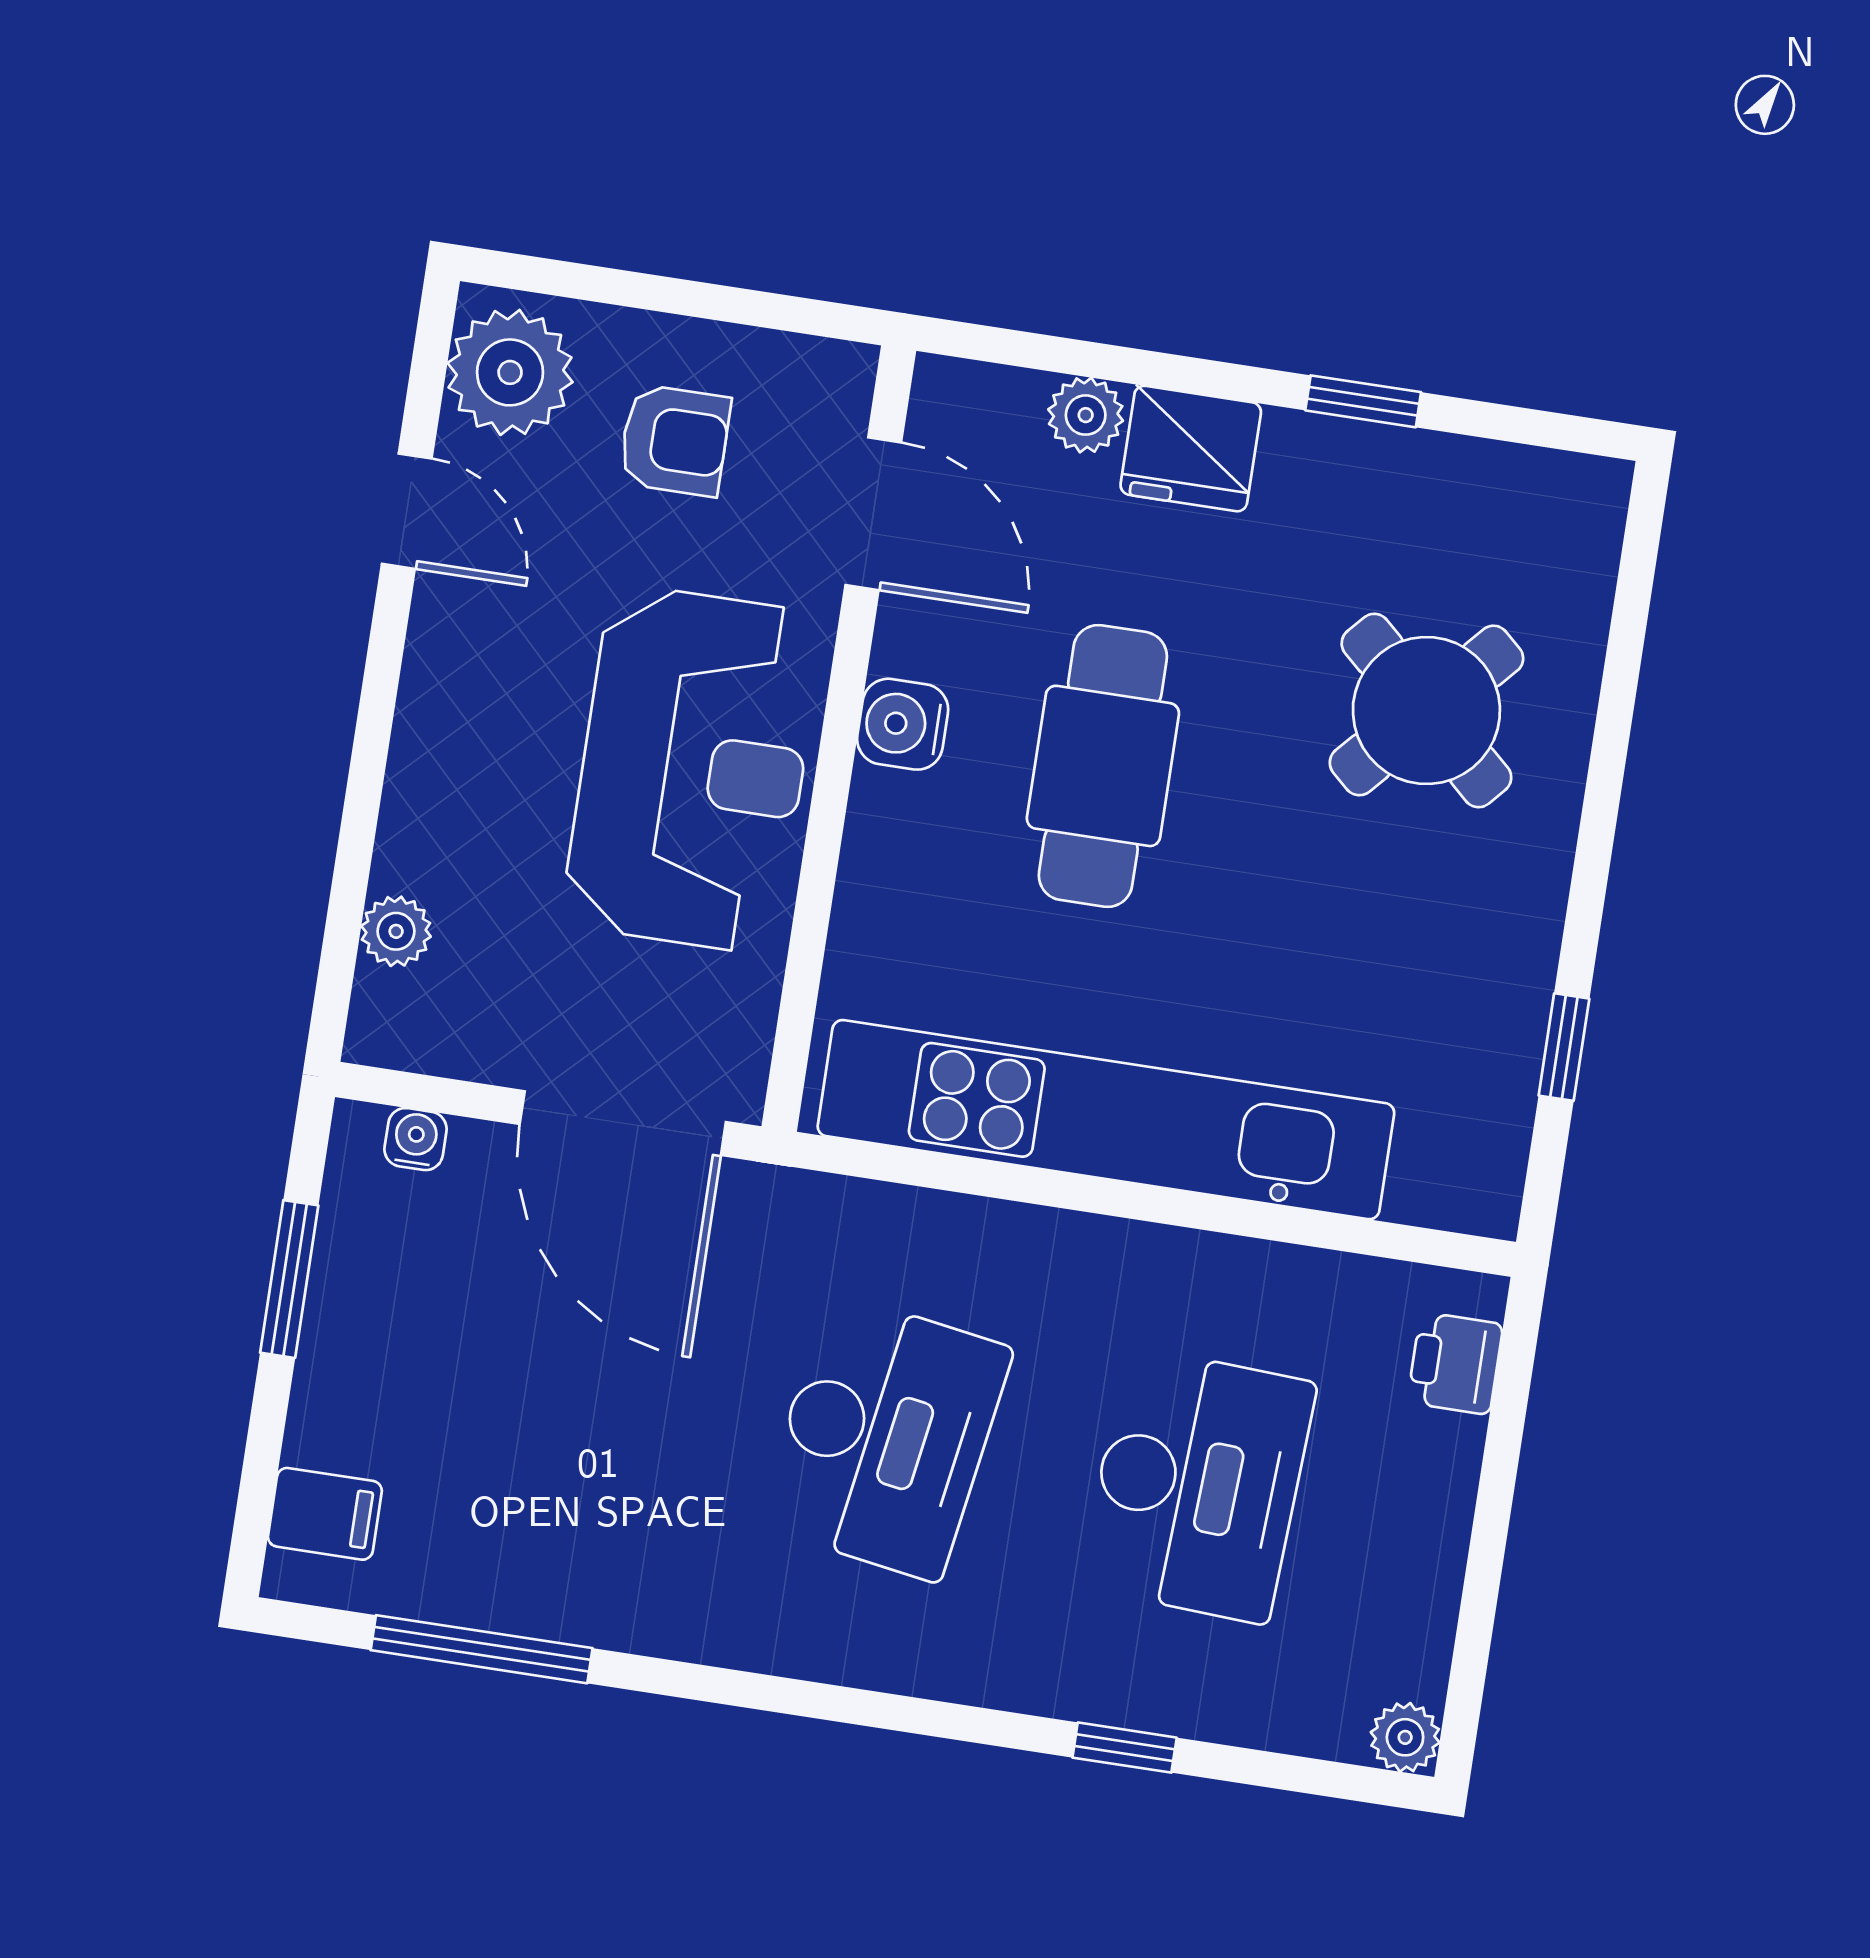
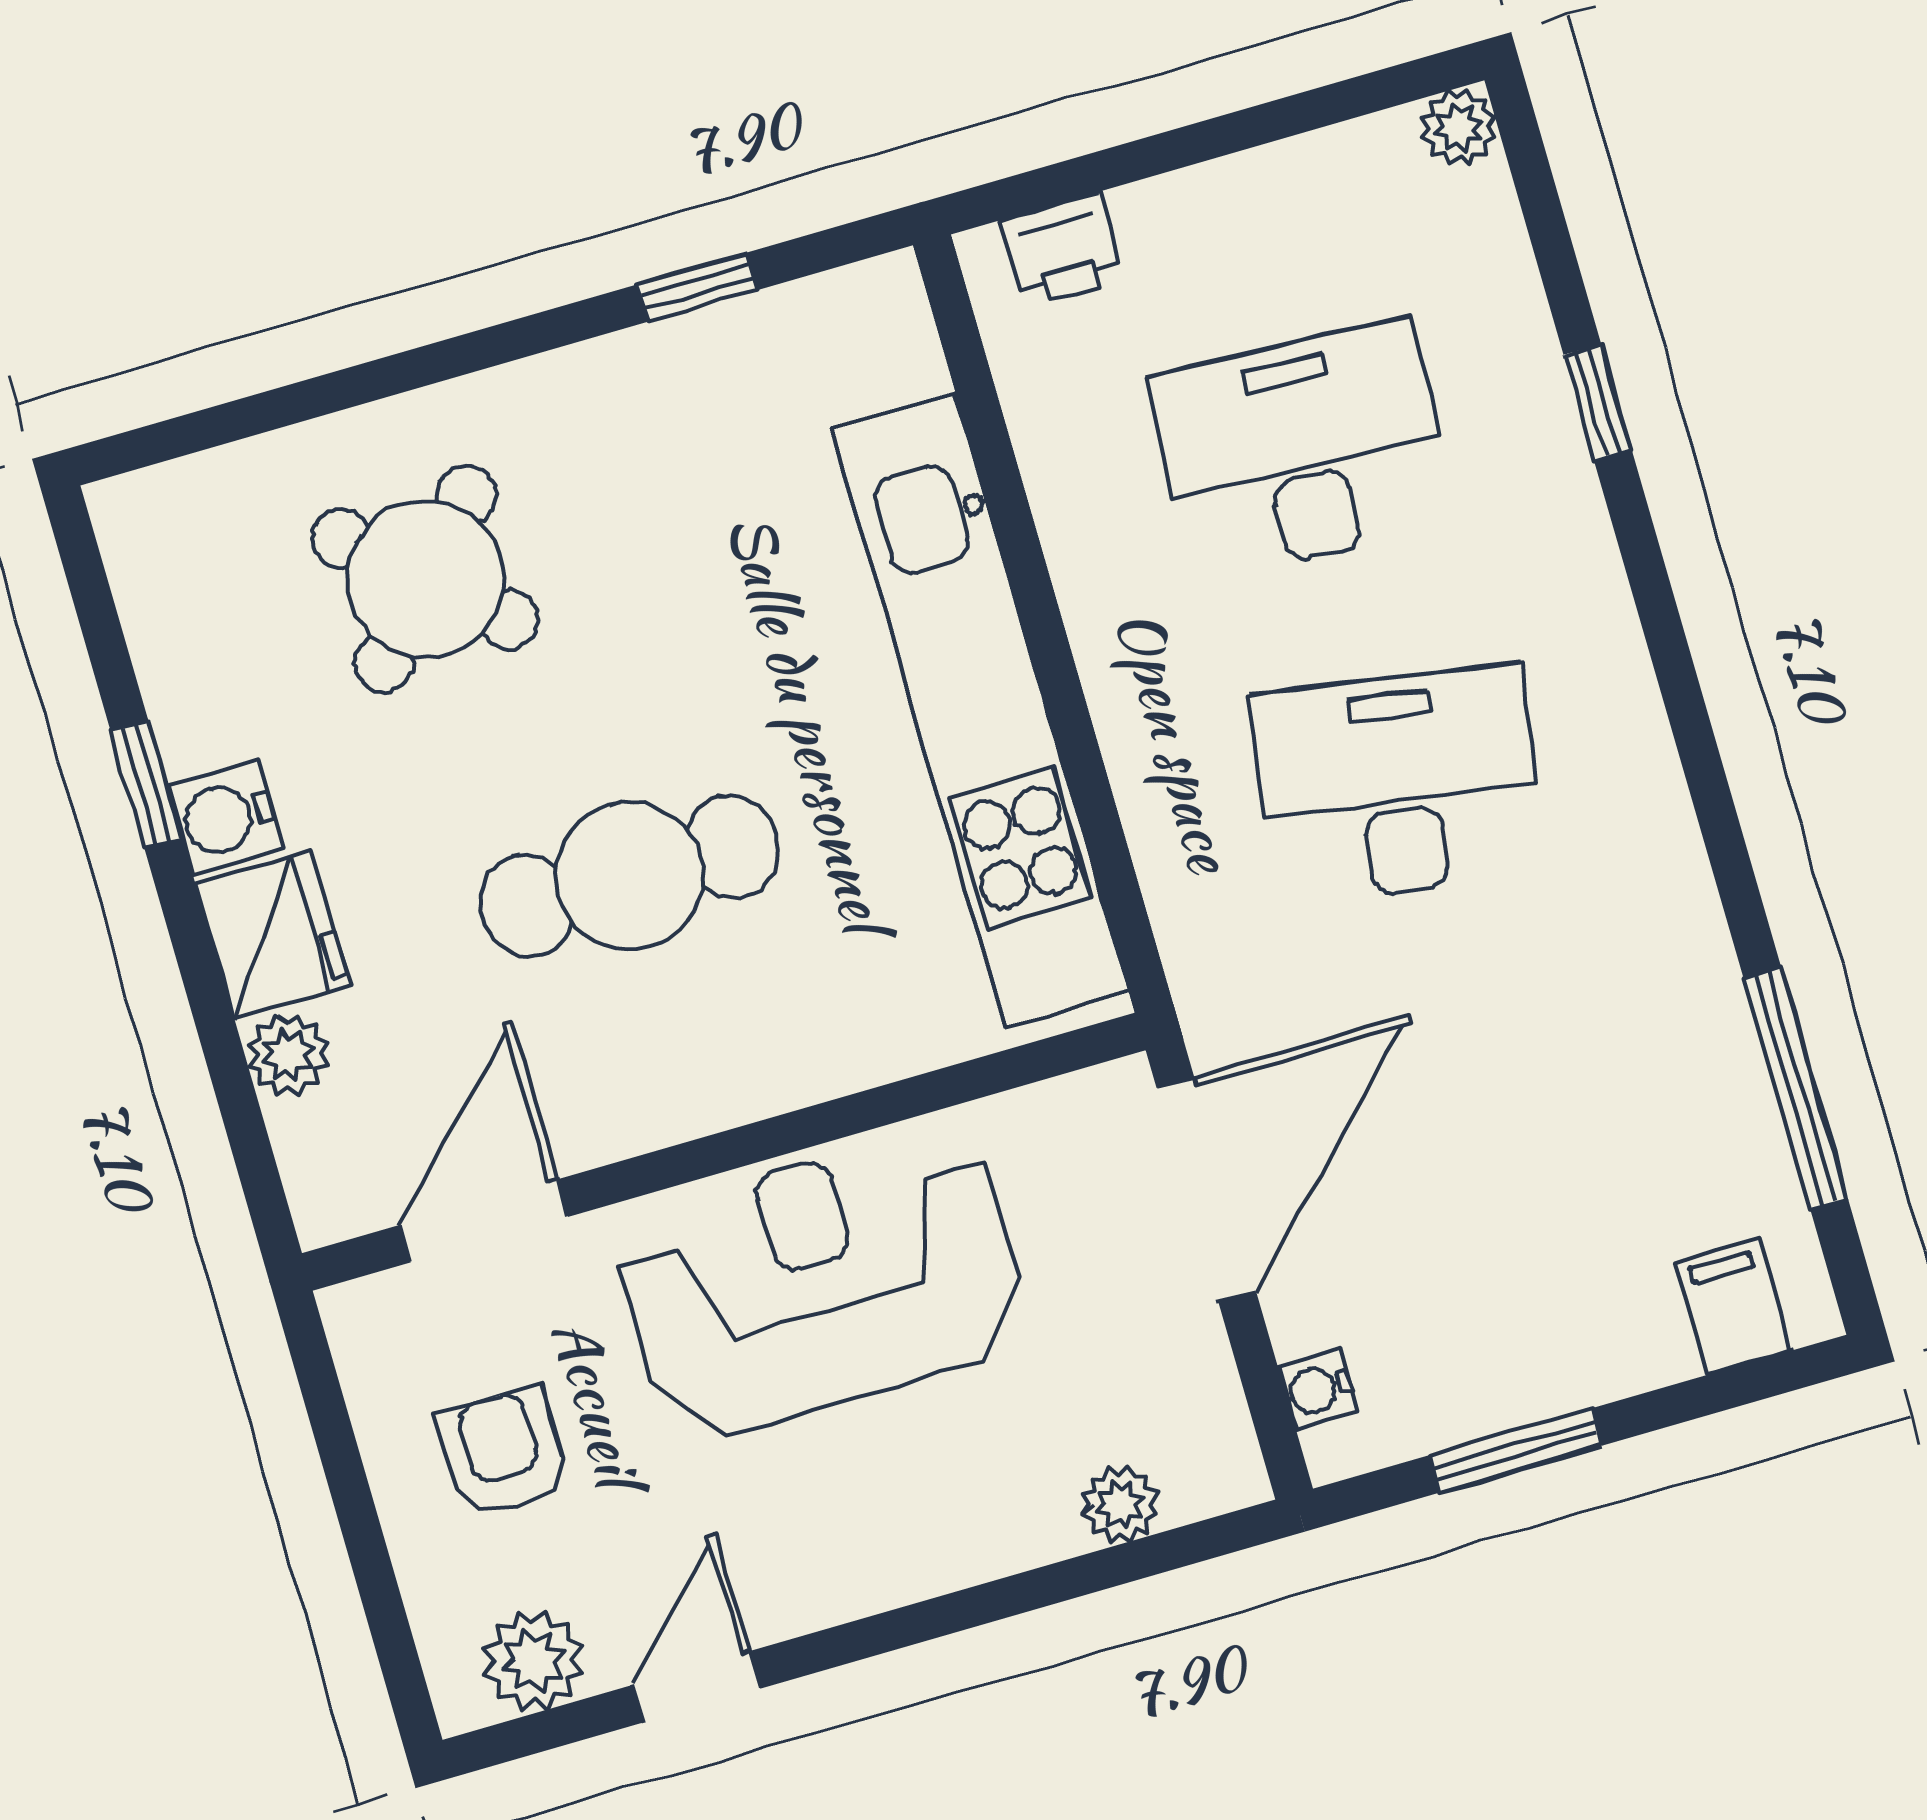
plant: (510, 372) -> (533, 1661), width x0.73, depth x0.73
water cooler: (903, 724) -> (225, 818), moved, turned 90

